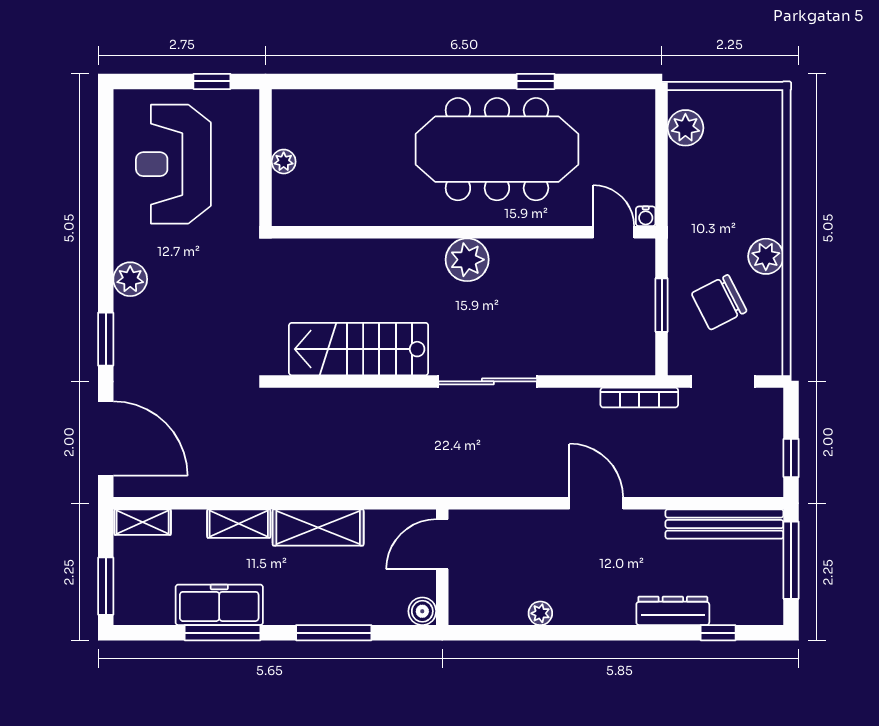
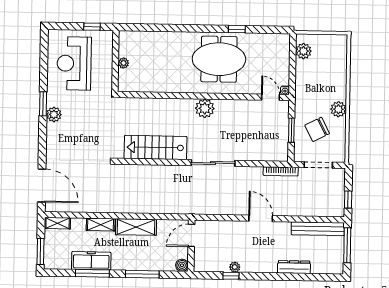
meeting table: (497, 149) -> (219, 59), width x0.73
window: (106, 339) -> (43, 104), moved
window: (718, 633) -> (231, 276), moved

